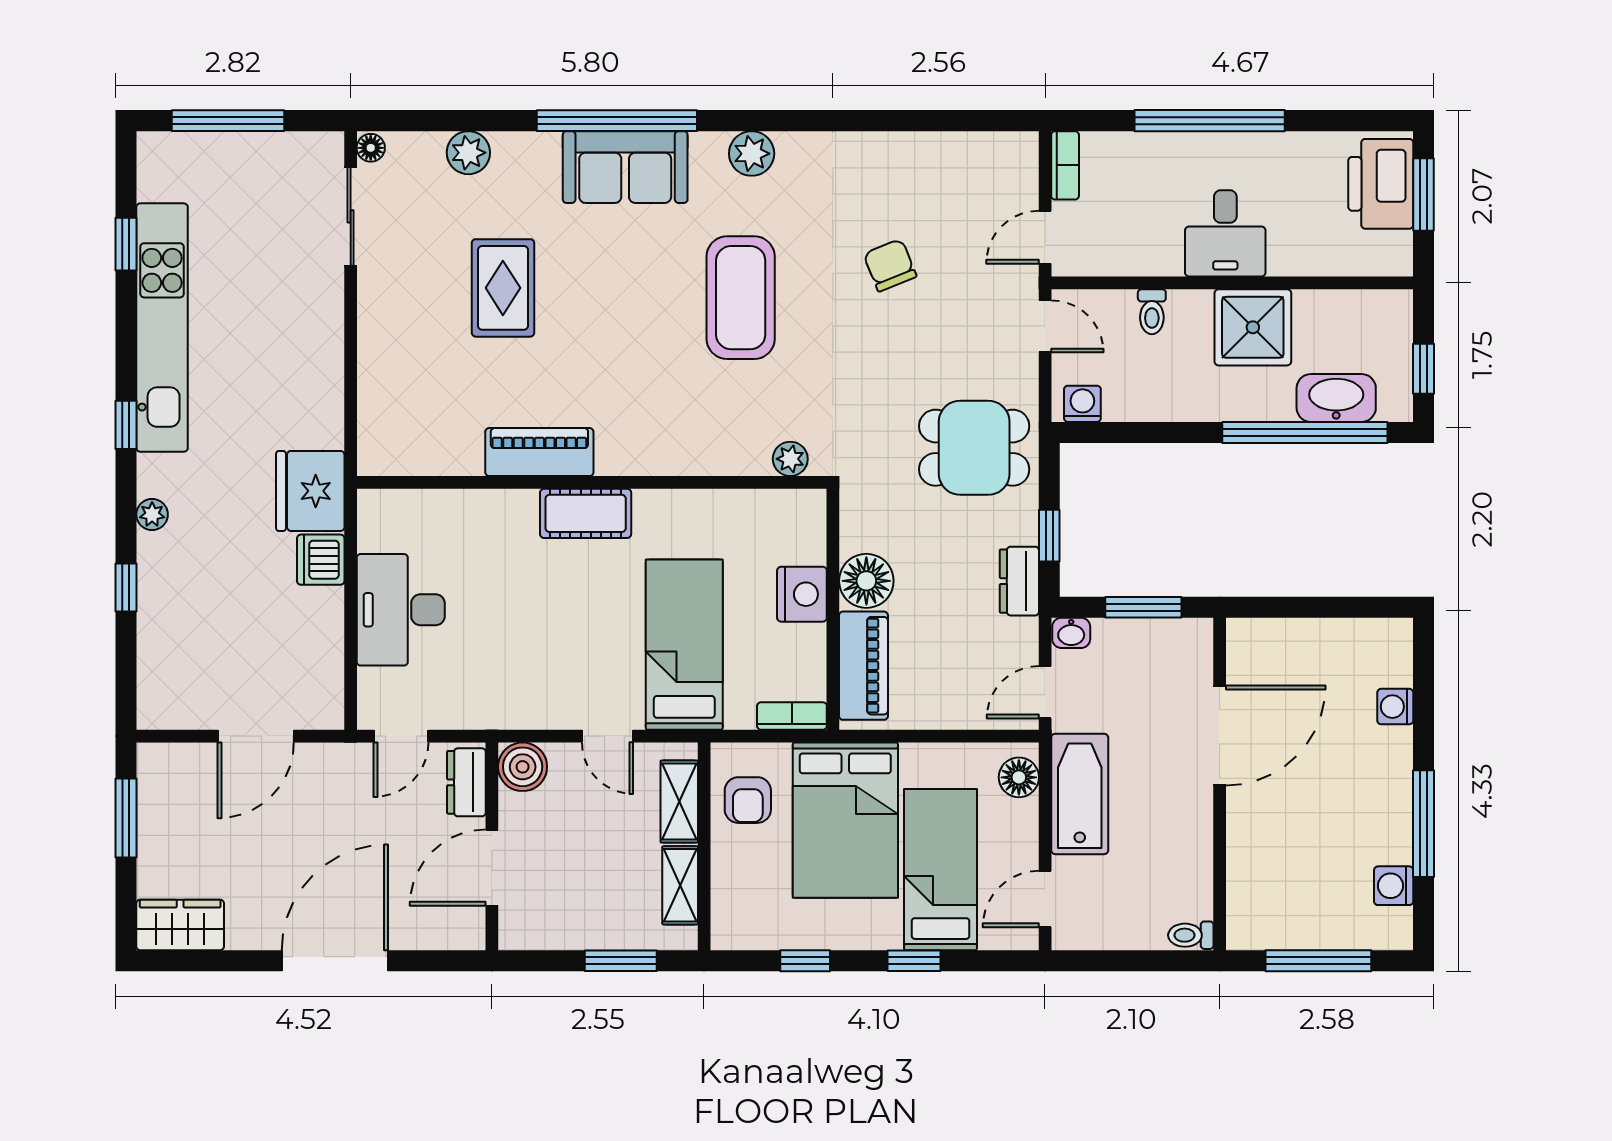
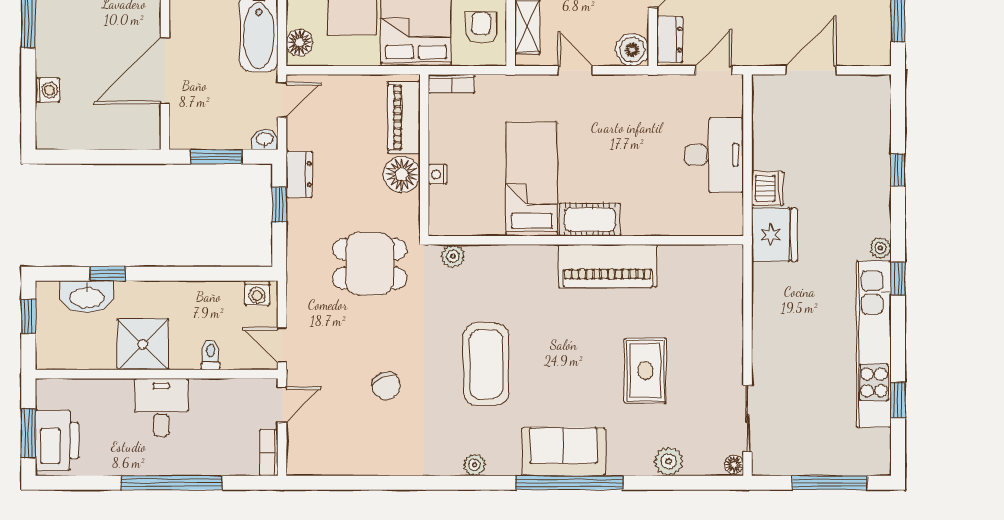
plant: (752, 154) -> (475, 465), width x0.73, depth x0.73
window: (1305, 433) -> (108, 274), width x0.32
dining table: (974, 448) -> (370, 264), moved
piano: (539, 452) -> (608, 266), width x1.37, depth x1.33
plant: (152, 515) -> (880, 248), moved
nightstand: (802, 594) -> (438, 174), width x0.53, depth x0.56
bed: (684, 645) -> (532, 179), moved, turned 180

